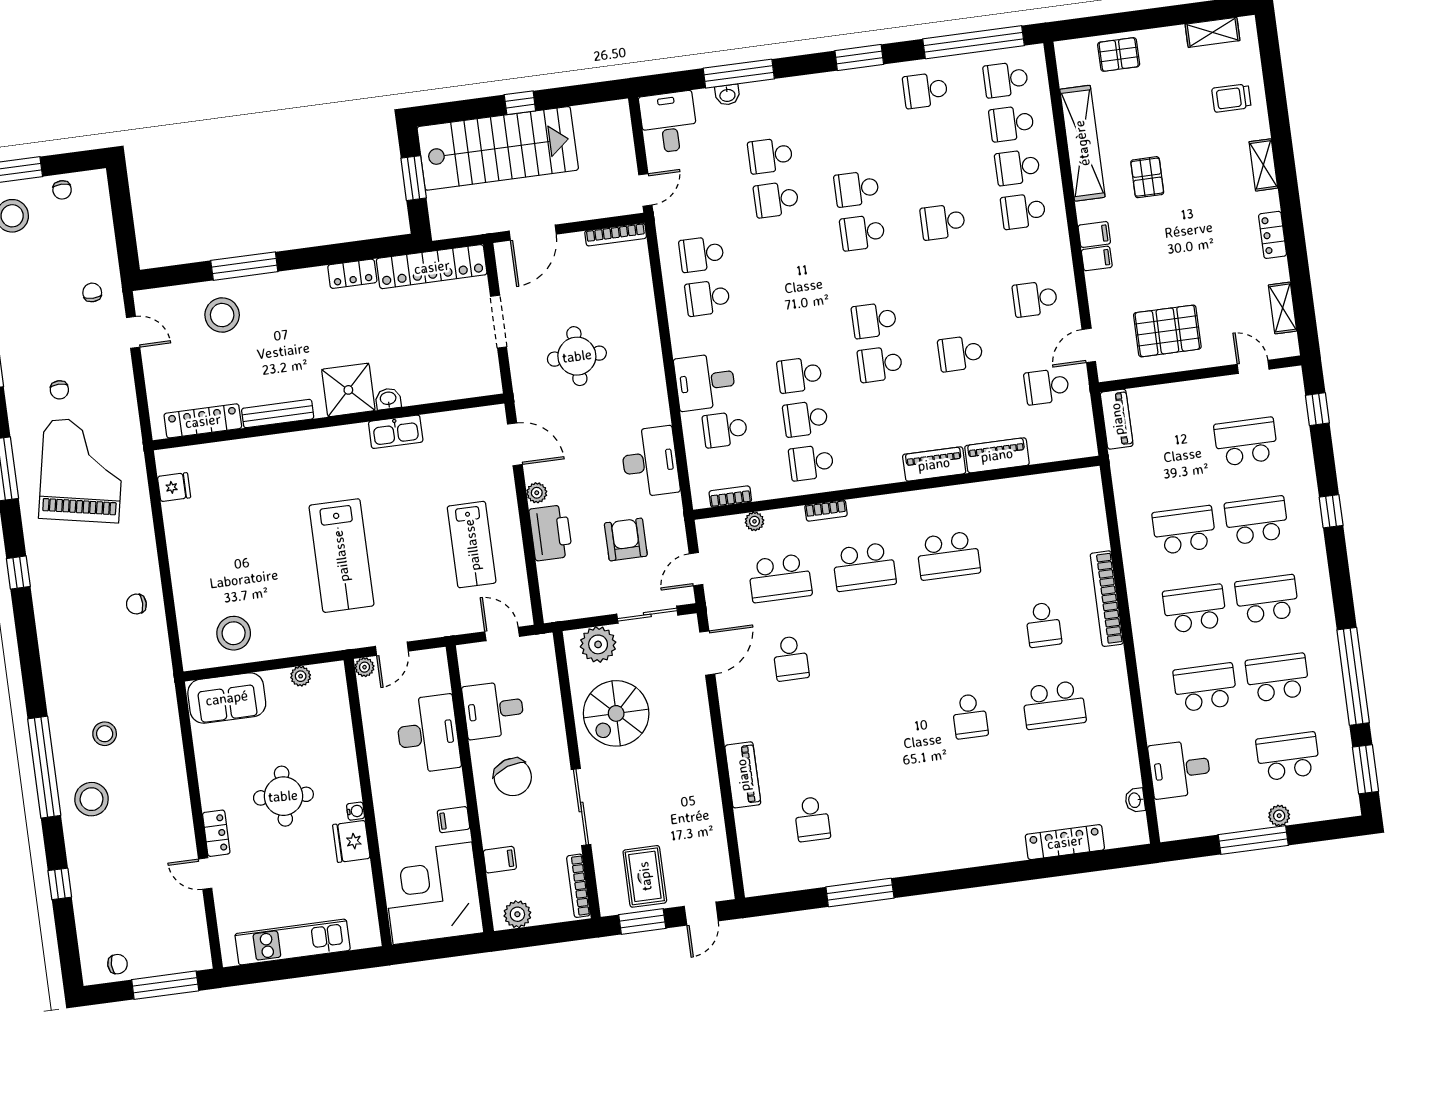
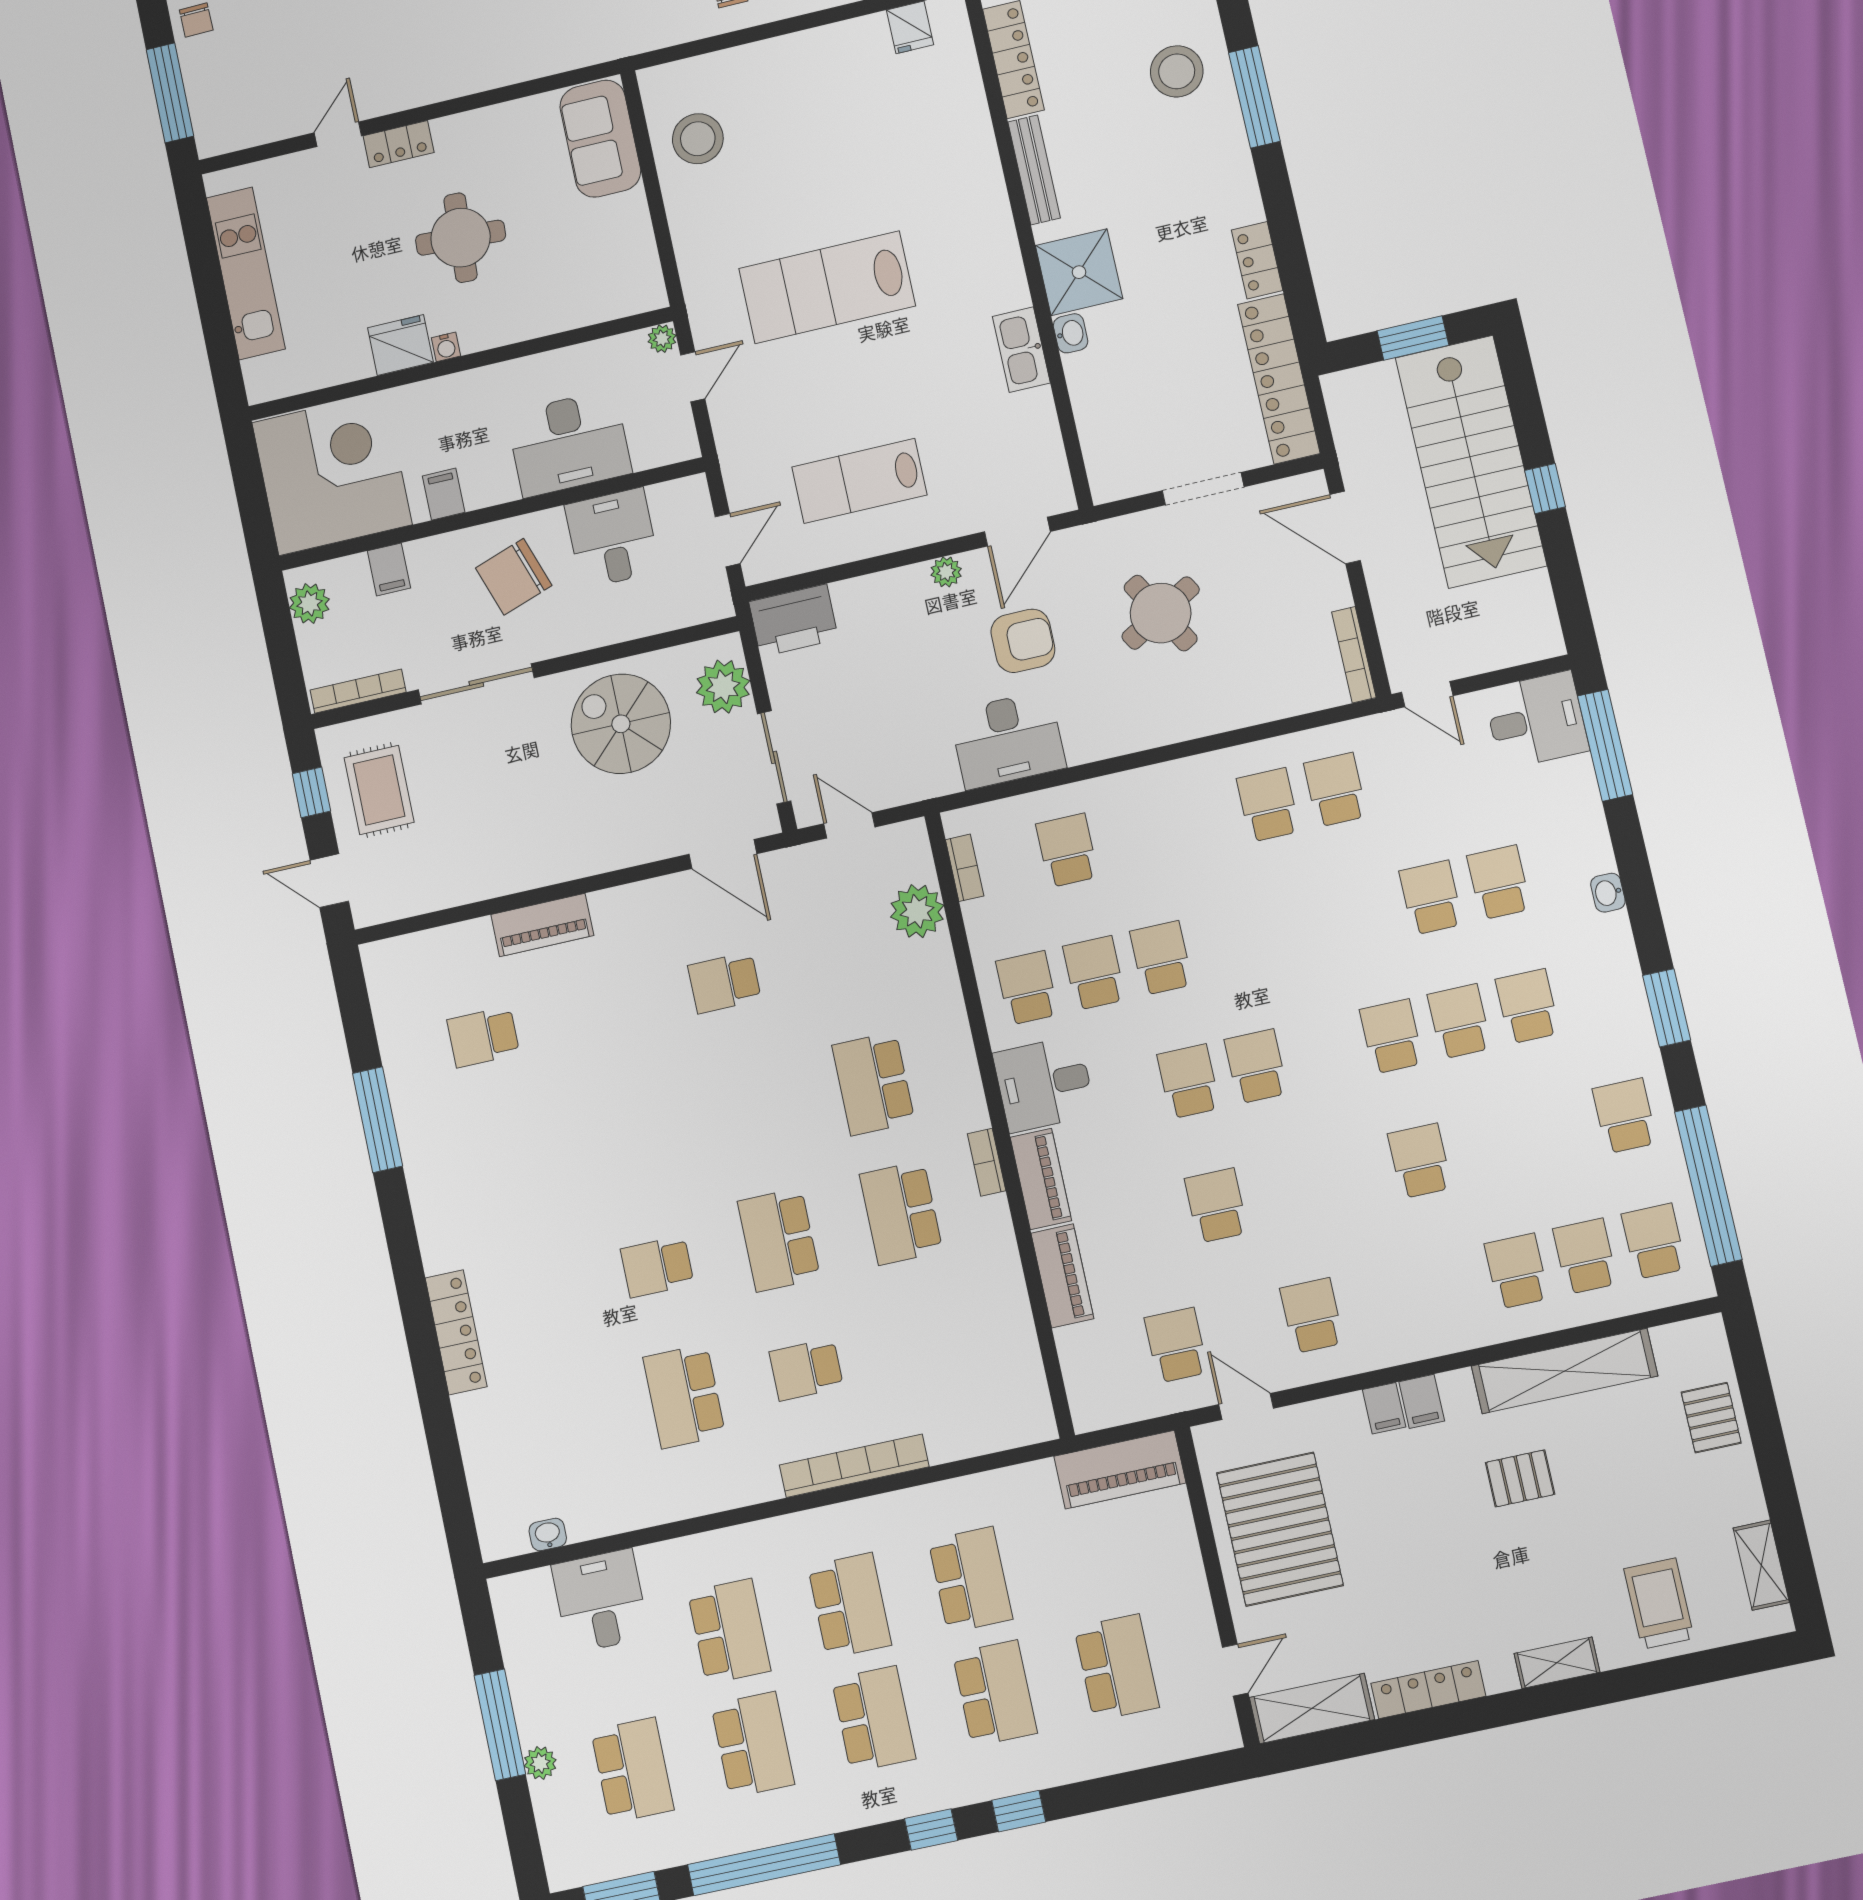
window: (739, 74) -> (1605, 745), moved
washbasin: (727, 95) -> (1608, 893), moved
trolley: (1231, 98) -> (1659, 1603), width x1.36, depth x1.39
school desk: (1023, 211) -> (1527, 1006), moved
locker: (1273, 235) -> (1428, 1690), width x1.53
shelving: (1283, 308) -> (1312, 1709), width x1.50, depth x1.33
pallet: (1167, 331) -> (1280, 1529), width x1.37, depth x1.41
round table: (577, 356) -> (1161, 613), turned -30
desk: (705, 382) -> (1044, 1084), moved, turned -90
window: (1317, 409) -> (931, 1830), moved
piano: (1117, 419) -> (1120, 1470), width x1.37, depth x1.33
bookcase: (826, 511) -> (987, 1162), moved
plant: (754, 521) -> (917, 911), width x1.88, depth x1.88
printer: (551, 533) -> (794, 620), moved
armchair: (626, 539) -> (1023, 641), moved
school desk: (780, 578) -> (779, 1240), moved
door: (392, 649) -> (693, 377), swing flipped
plant: (301, 676) -> (641, 245), removed
locker: (1065, 842) -> (456, 1332), moved
rug: (645, 876) -> (379, 790), turned 90
window: (642, 922) -> (311, 792), width x0.67

